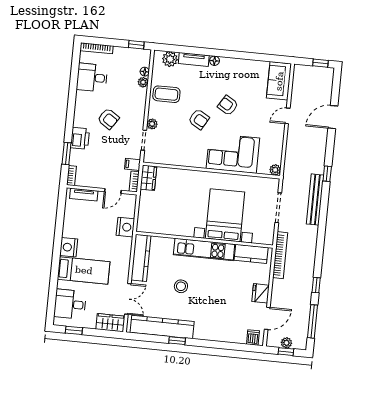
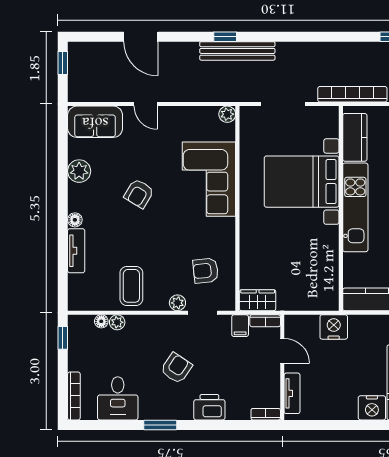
plant: (170, 59) -> (79, 171), moved
armchair: (199, 119) -> (206, 271), moved, turned -126
window: (66, 154) -> (160, 425), moved
bench: (315, 200) -> (237, 51), moved

